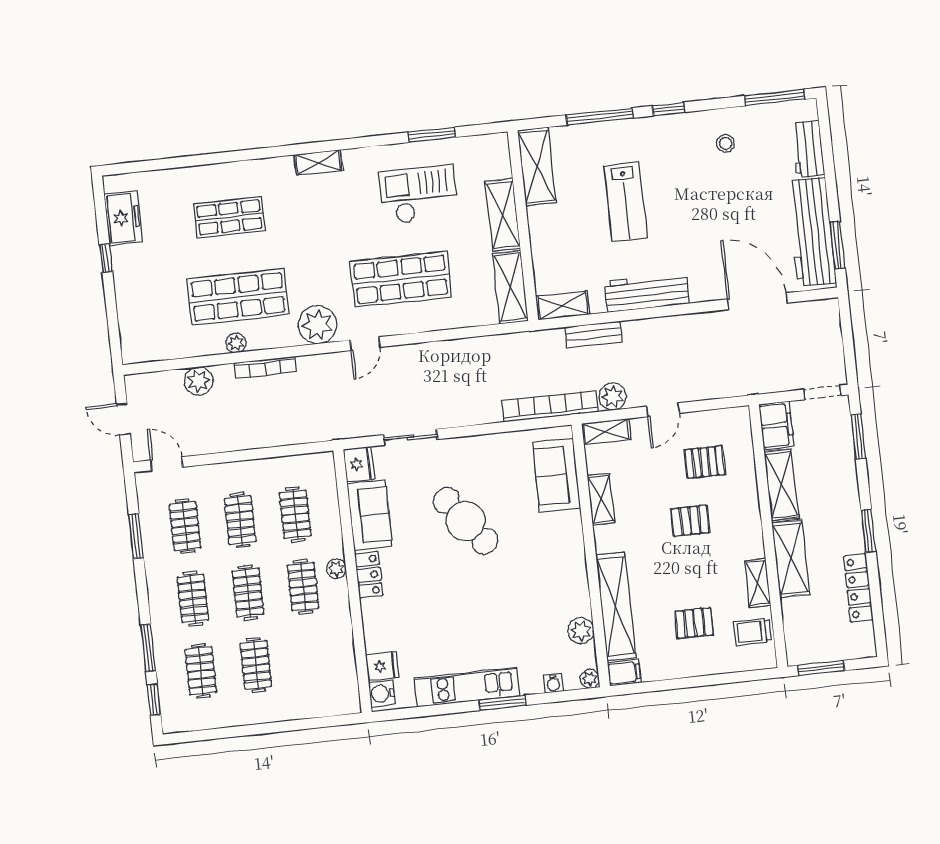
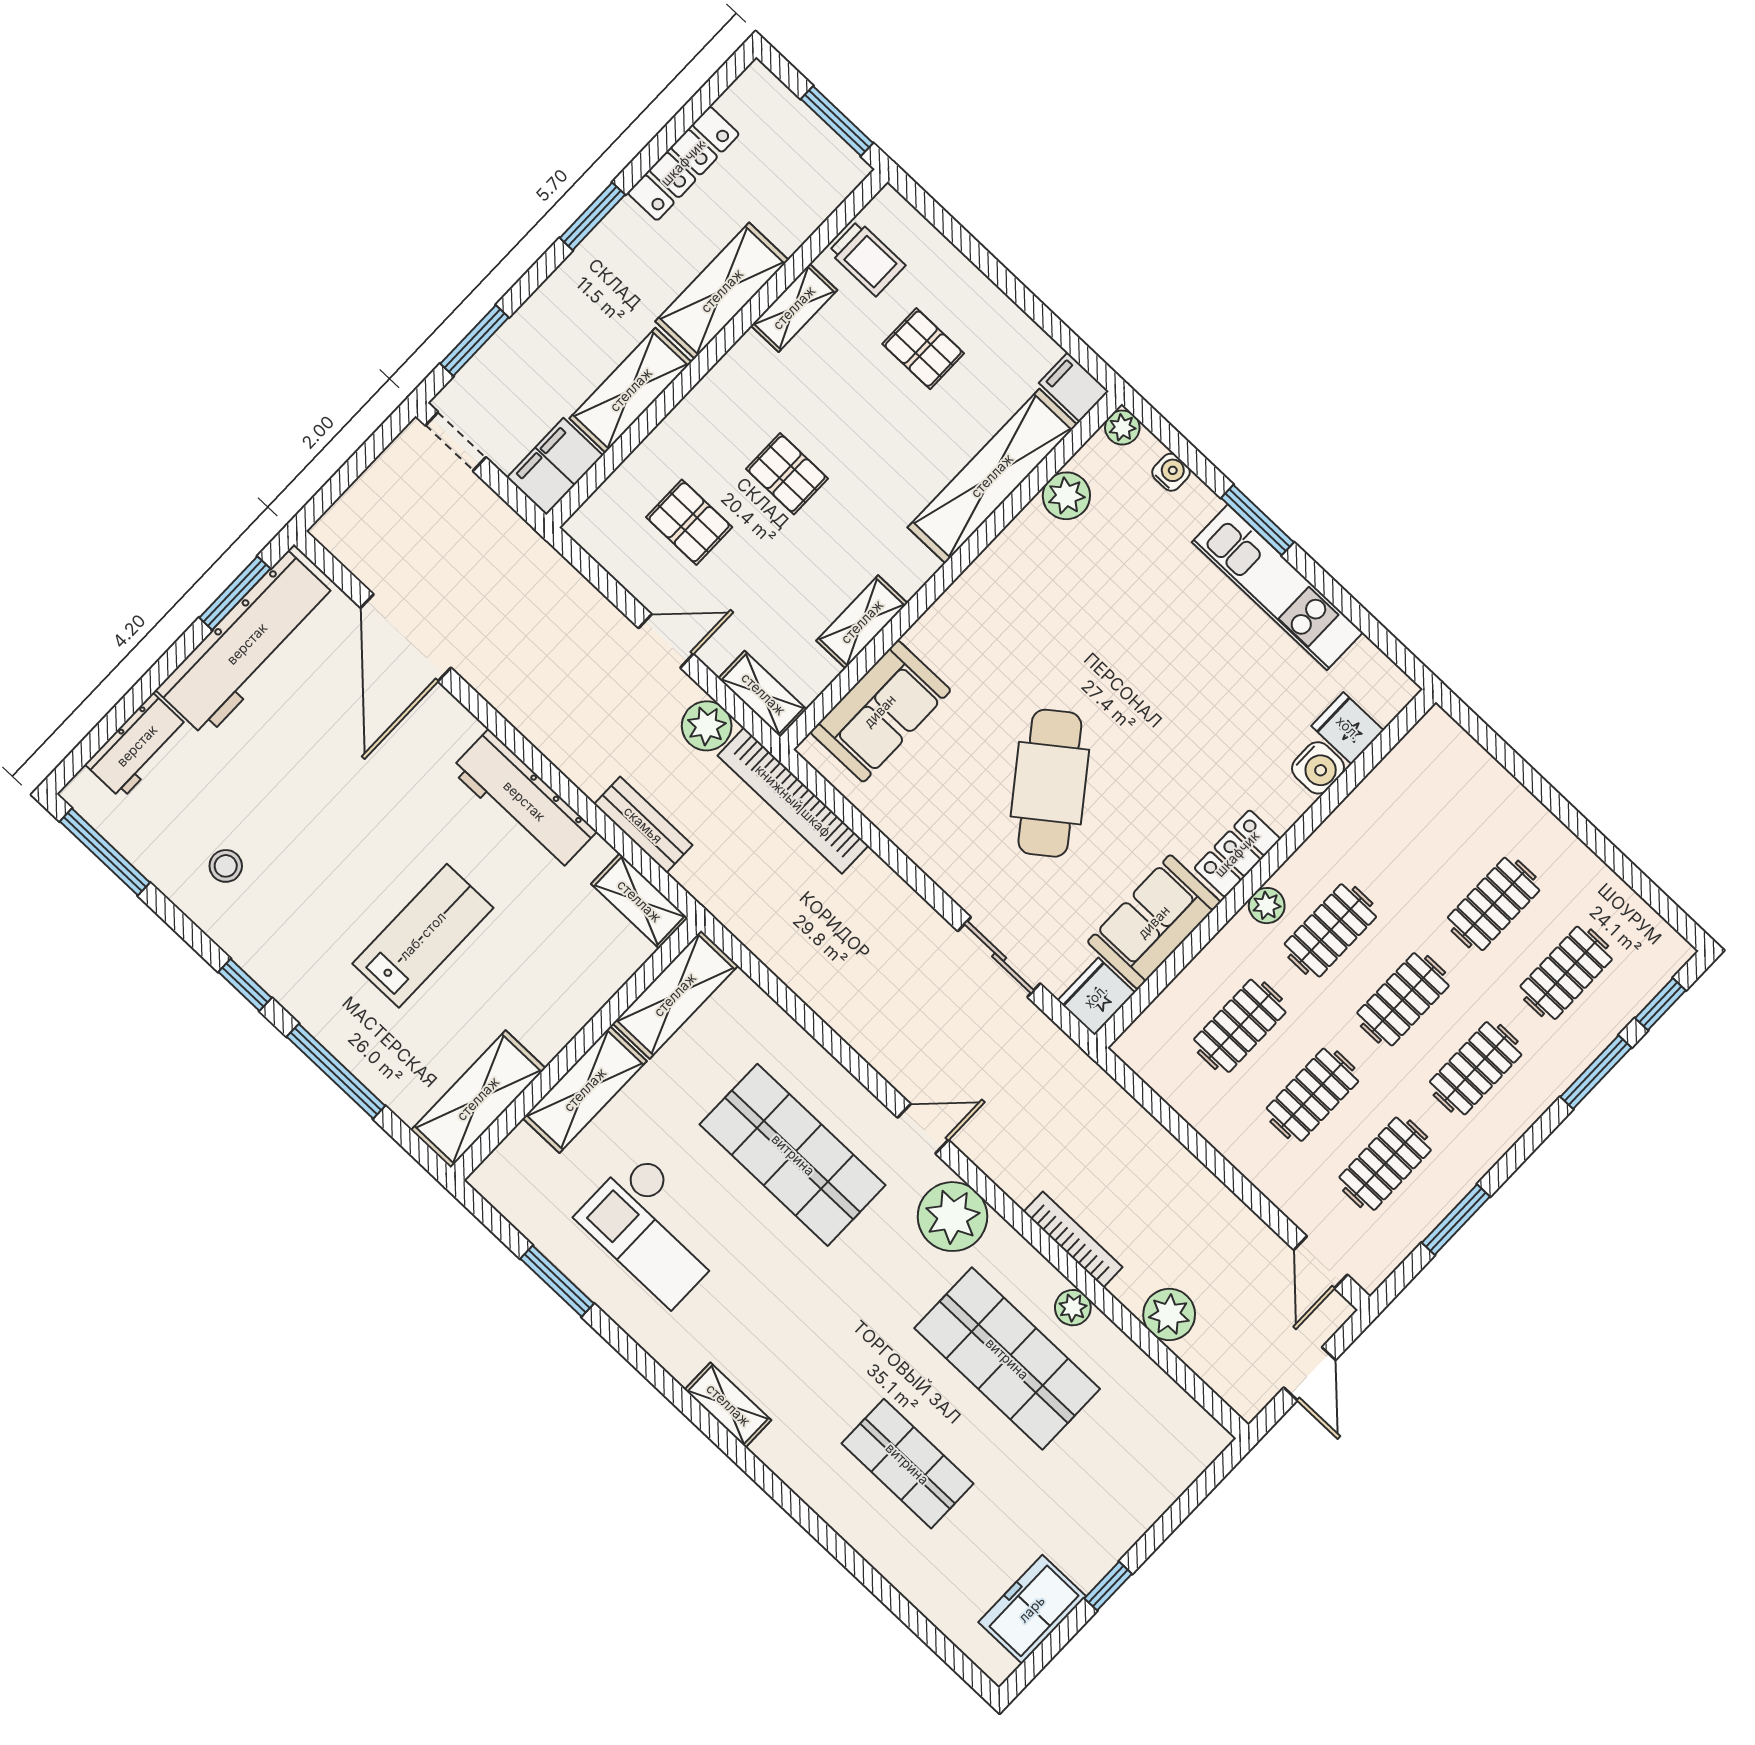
water cooler: (382, 694) -> (1318, 768), moved

